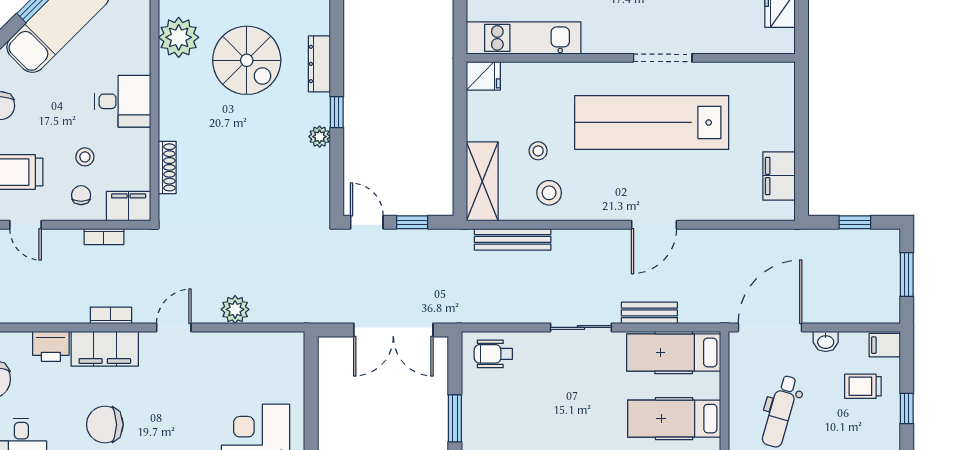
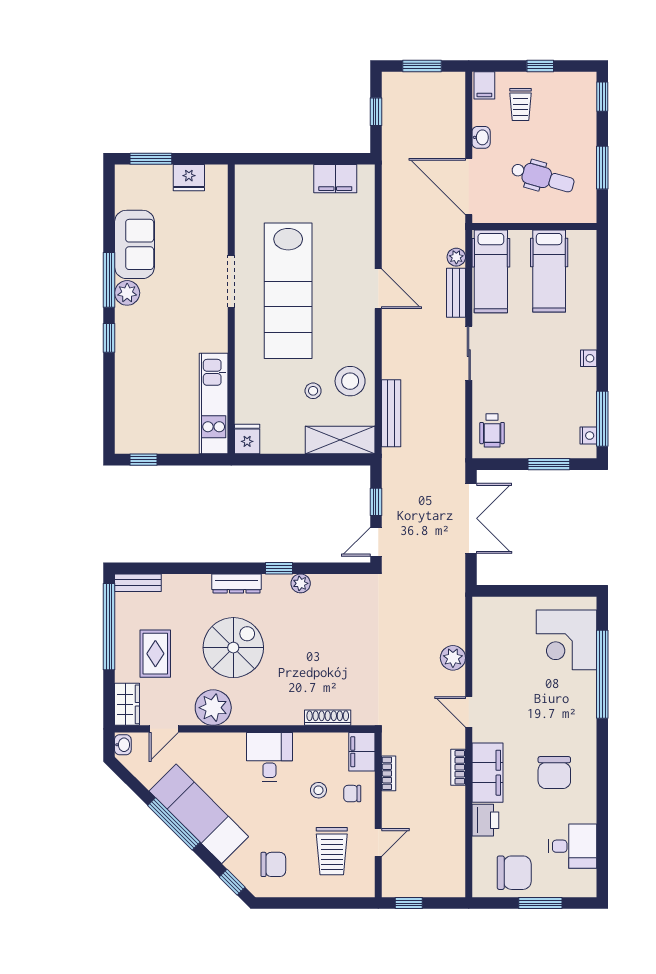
stool: (549, 193) -> (350, 381), width x1.38, depth x1.38
plant: (690, 313) -> (456, 257), added

